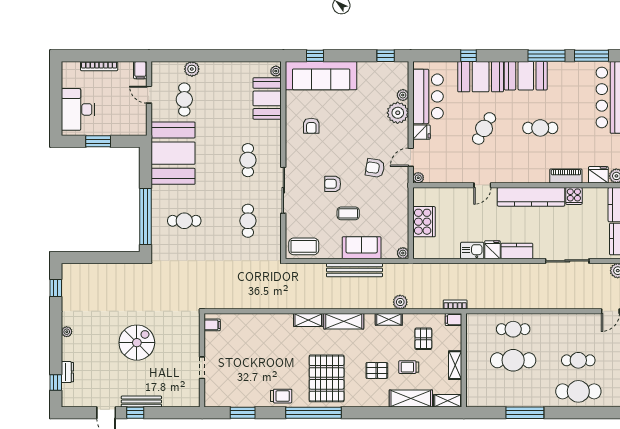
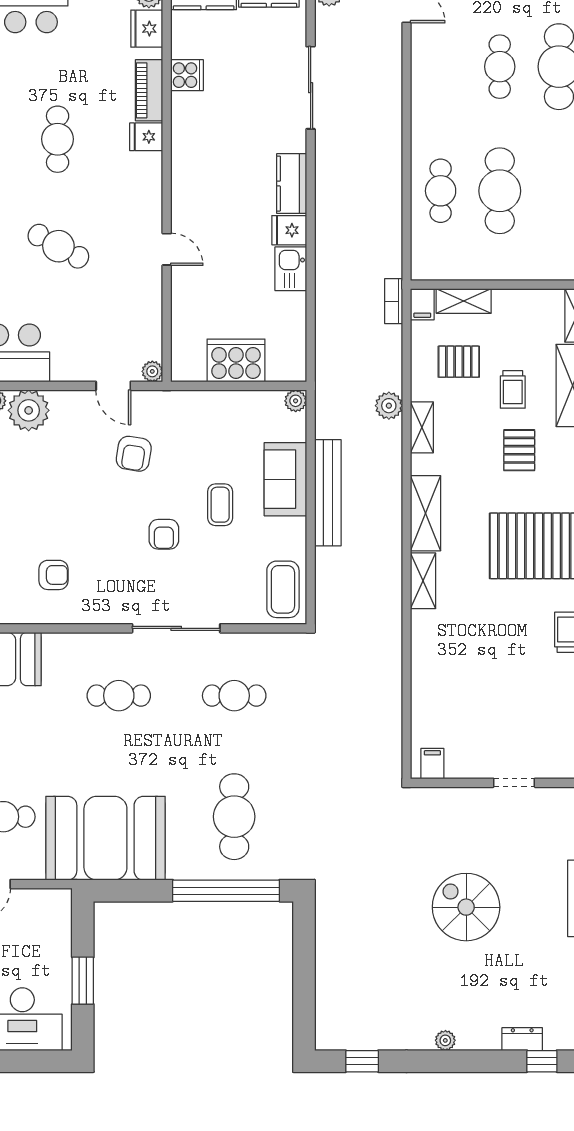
fridge: (421, 132) -> (146, 137), moved, turned -90
kitchen counter: (531, 197) -> (189, 157), removed
cafe table: (184, 221) -> (234, 817), width x1.37, depth x1.35
shelving: (455, 365) -> (464, 301), moved

